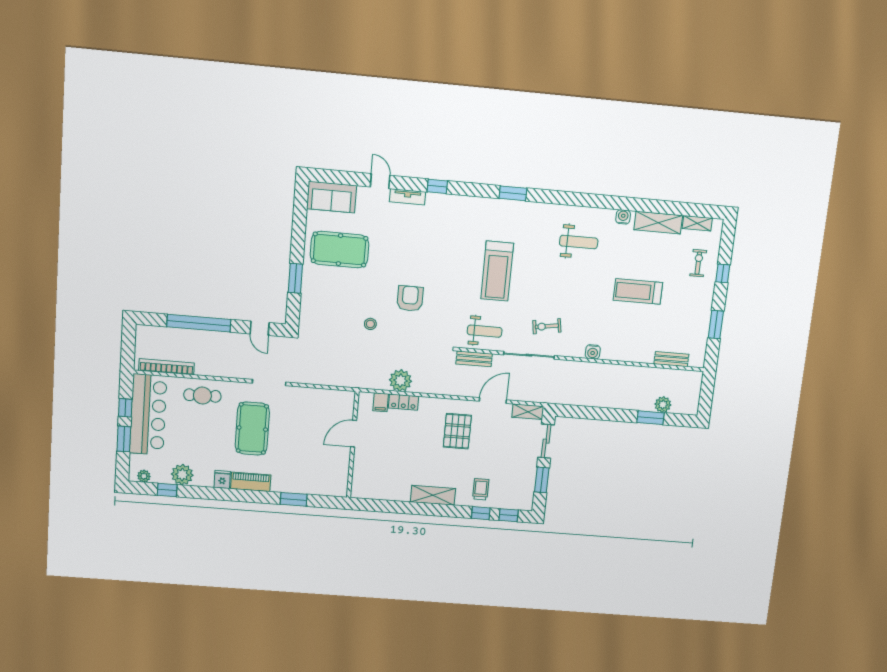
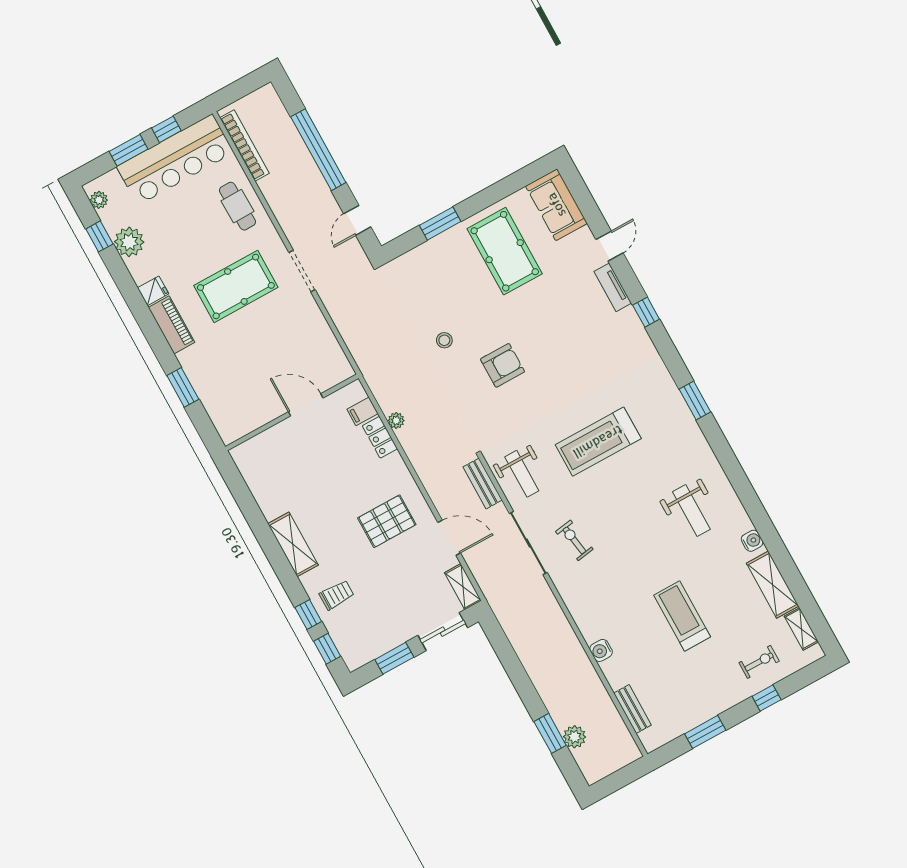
water cooler: (593, 352) -> (601, 650), moved
plant: (400, 381) -> (396, 420), width x0.53, depth x0.53

